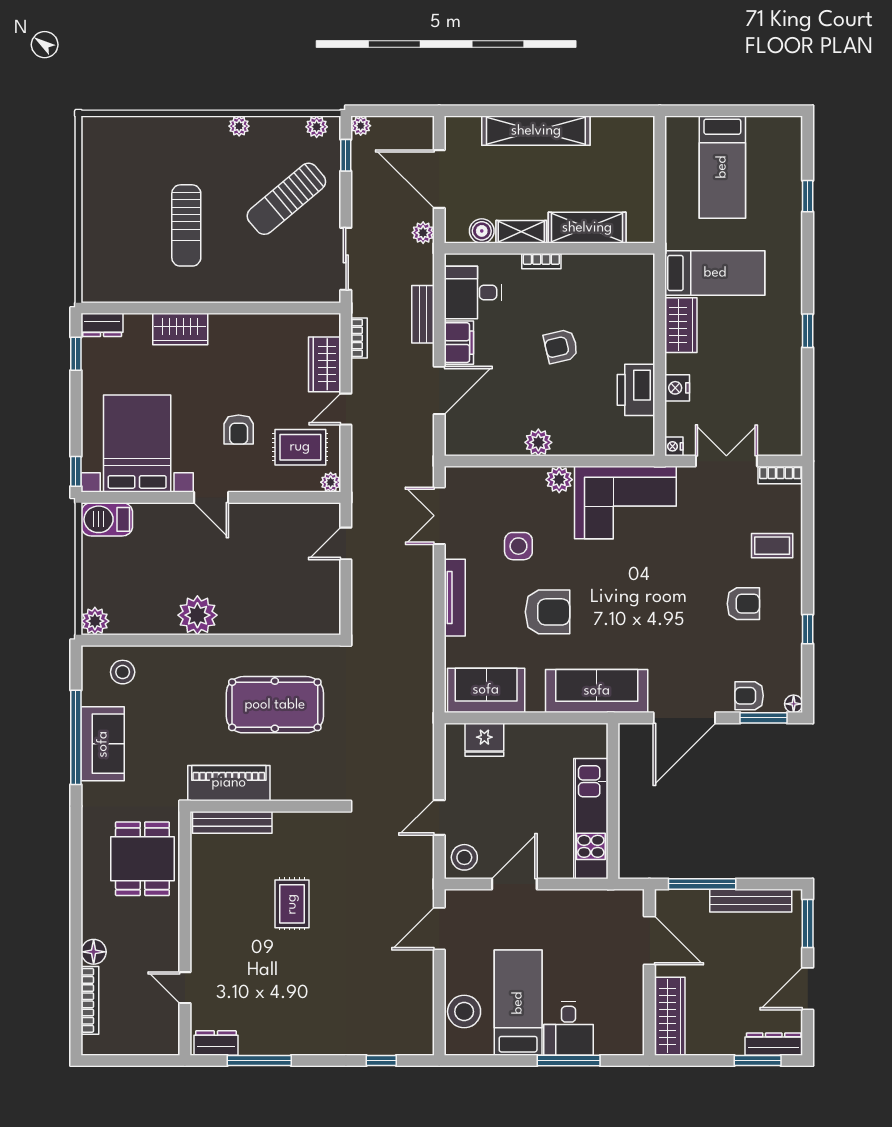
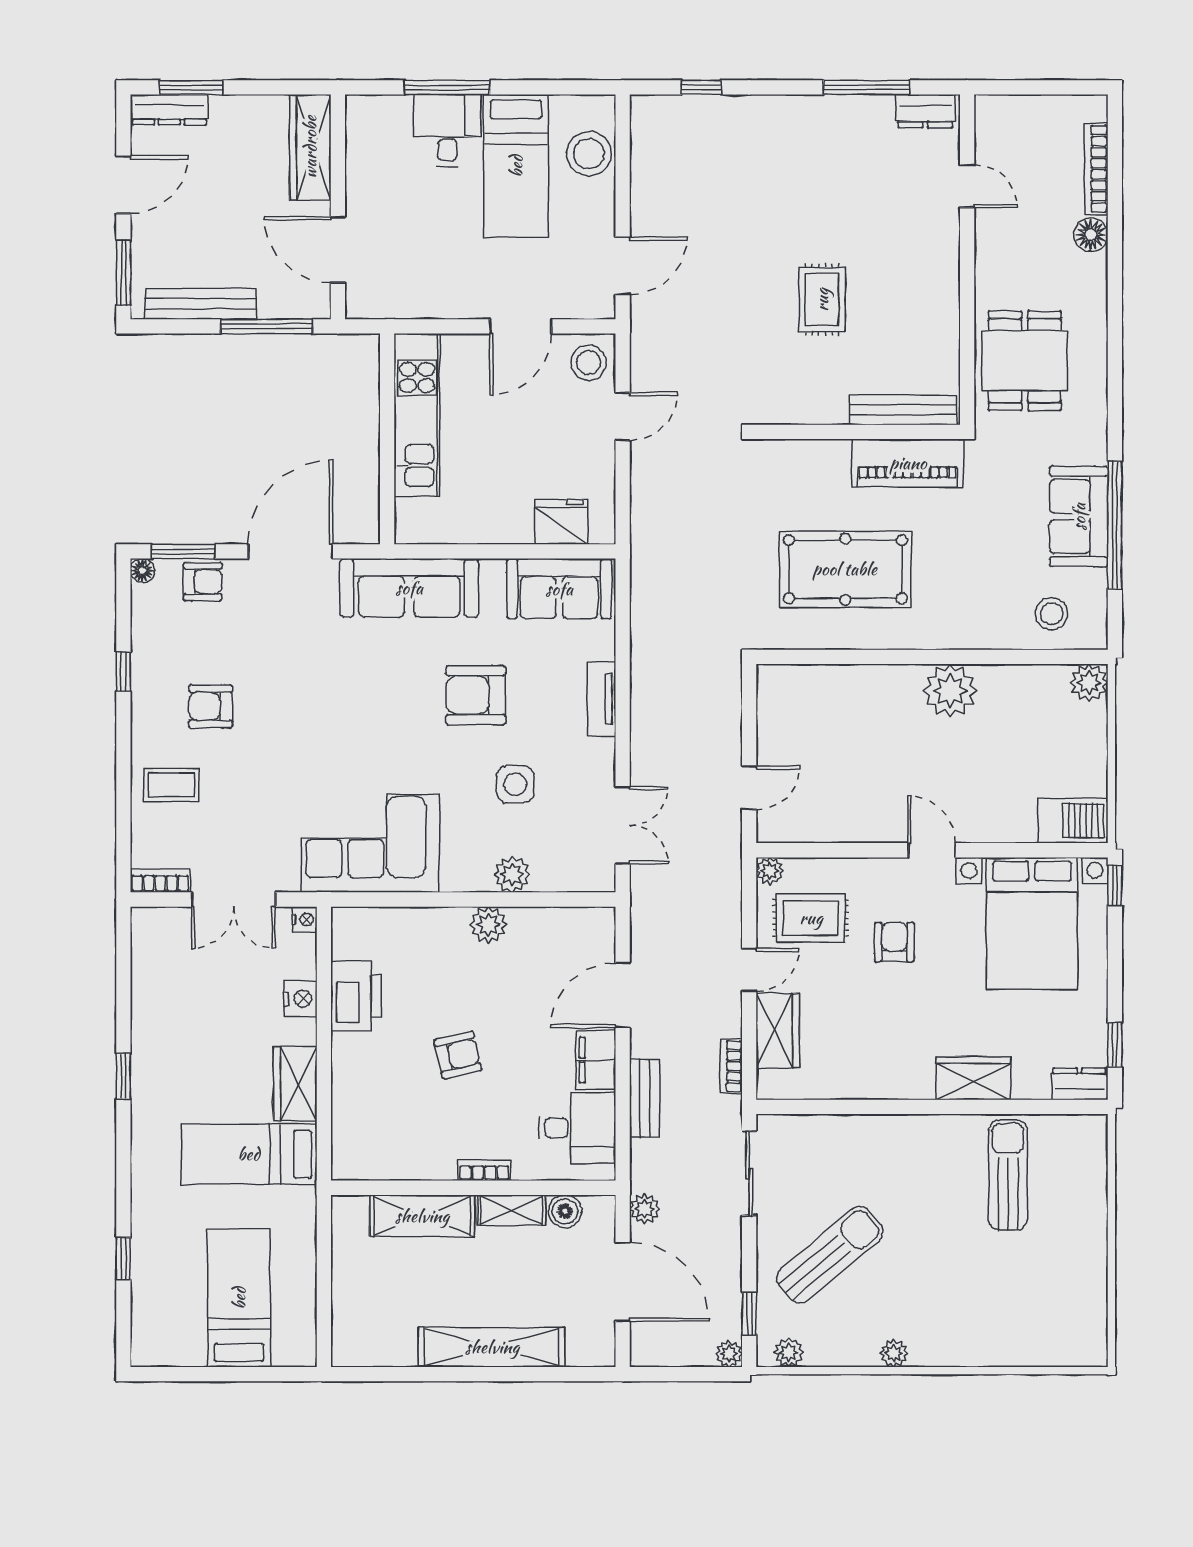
sun lounger: (186, 225) -> (1008, 1175), moved
plant: (559, 480) -> (512, 874), moved
tv unit: (455, 598) -> (601, 699), width x0.71

